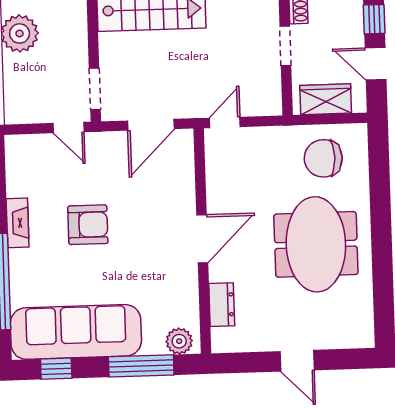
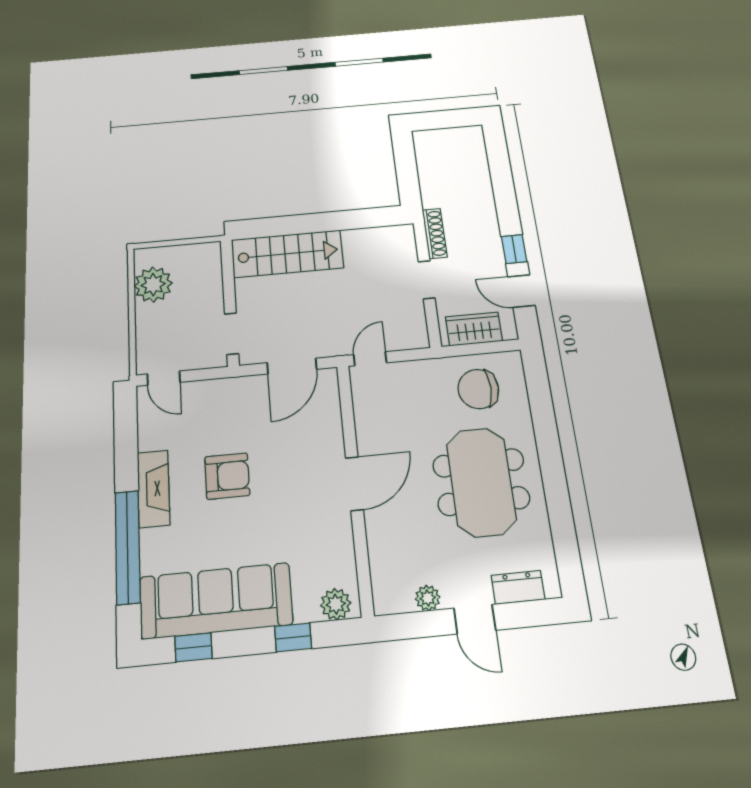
door: (69, 128) -> (164, 378), moved
fireplace: (18, 223) -> (153, 489), width x1.37, depth x1.32
dresser: (222, 305) -> (518, 587), moved, turned -90
plant: (259, 341) -> (428, 598), added
window: (141, 366) -> (293, 637), width x0.46

